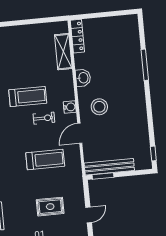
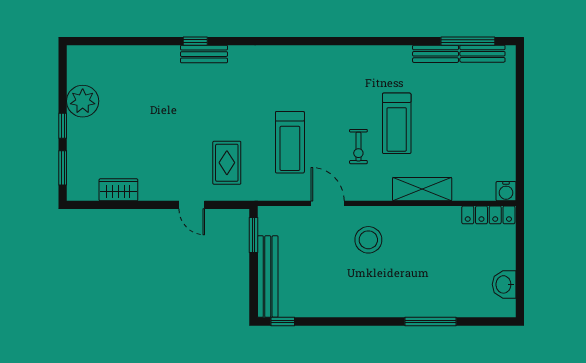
shelving: (63, 52) -> (422, 189), moved
washbasin: (83, 78) -> (504, 284), moved, turned 90
water cooler: (70, 107) -> (506, 191), moved
bench: (109, 167) -> (268, 277), moved
rug: (50, 207) -> (227, 163), moved

